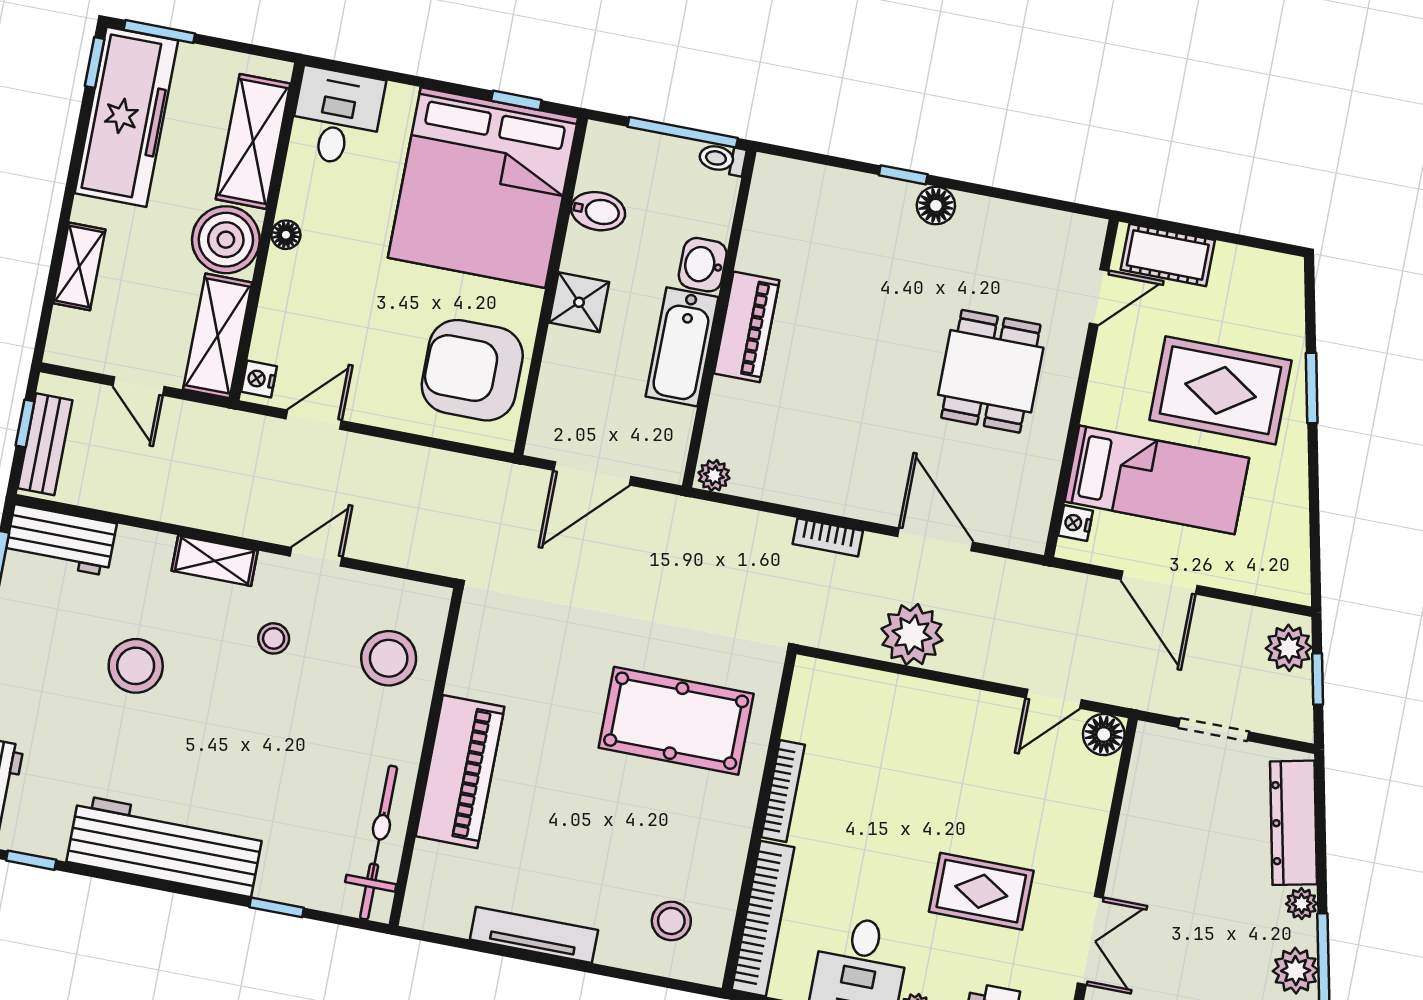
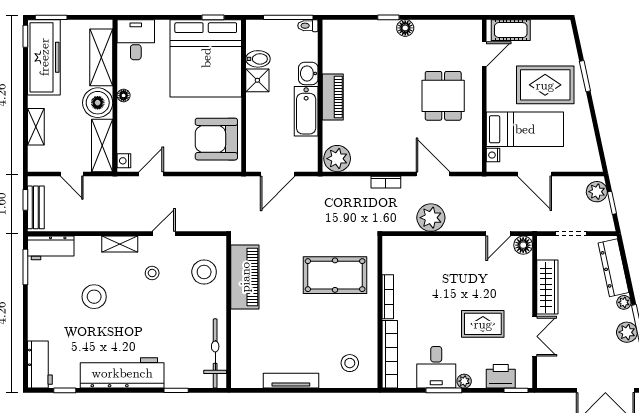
shower: (579, 302) -> (257, 80), moved
plant: (714, 475) -> (337, 159), width x1.87, depth x1.87
piano: (460, 772) -> (245, 277), moved
wardrobe: (1139, 837) -> (547, 287), added

